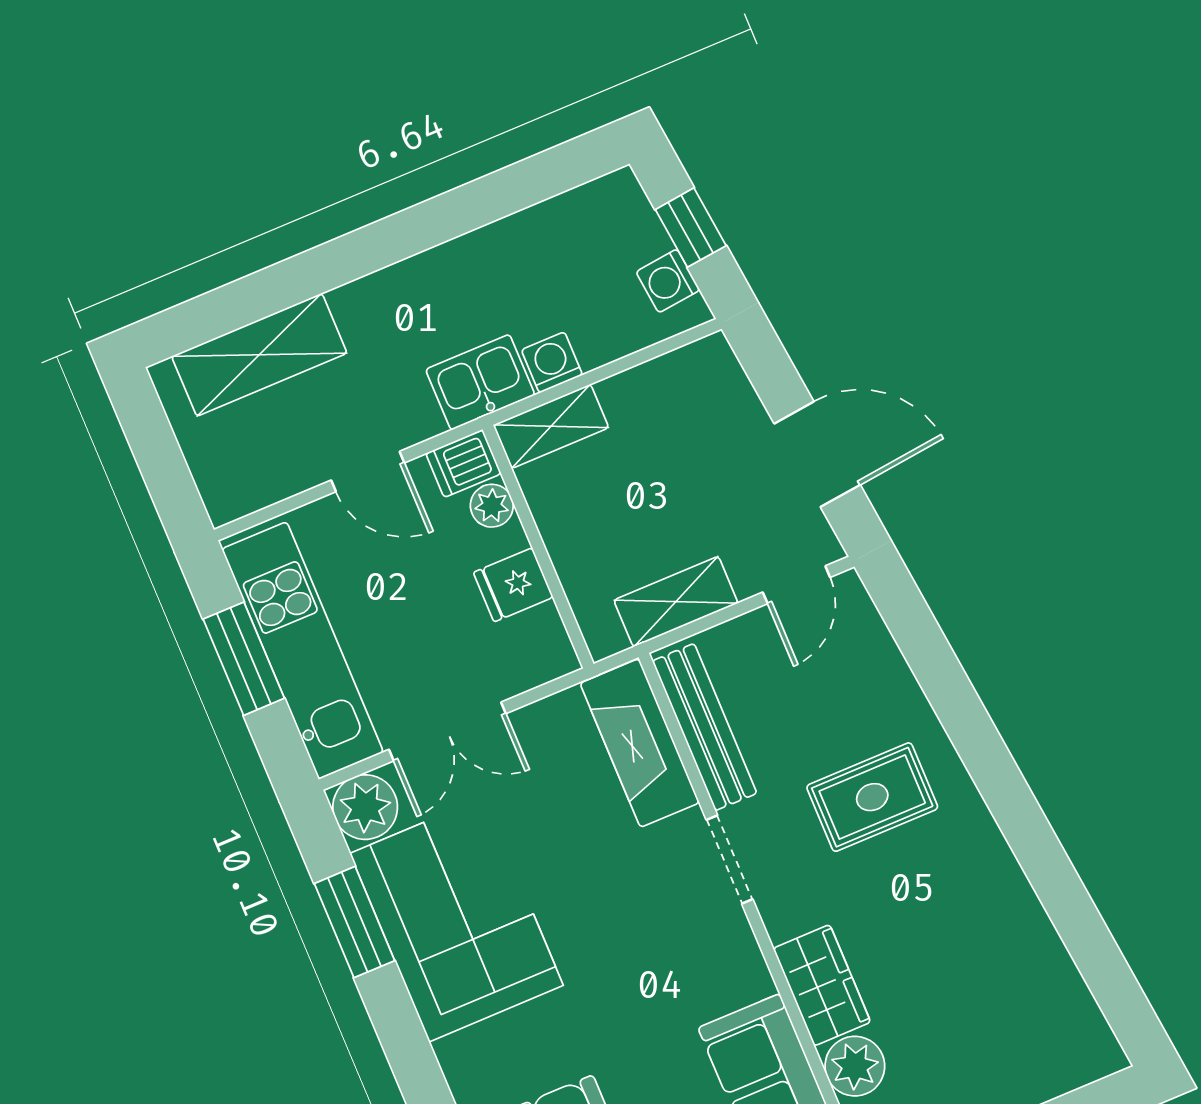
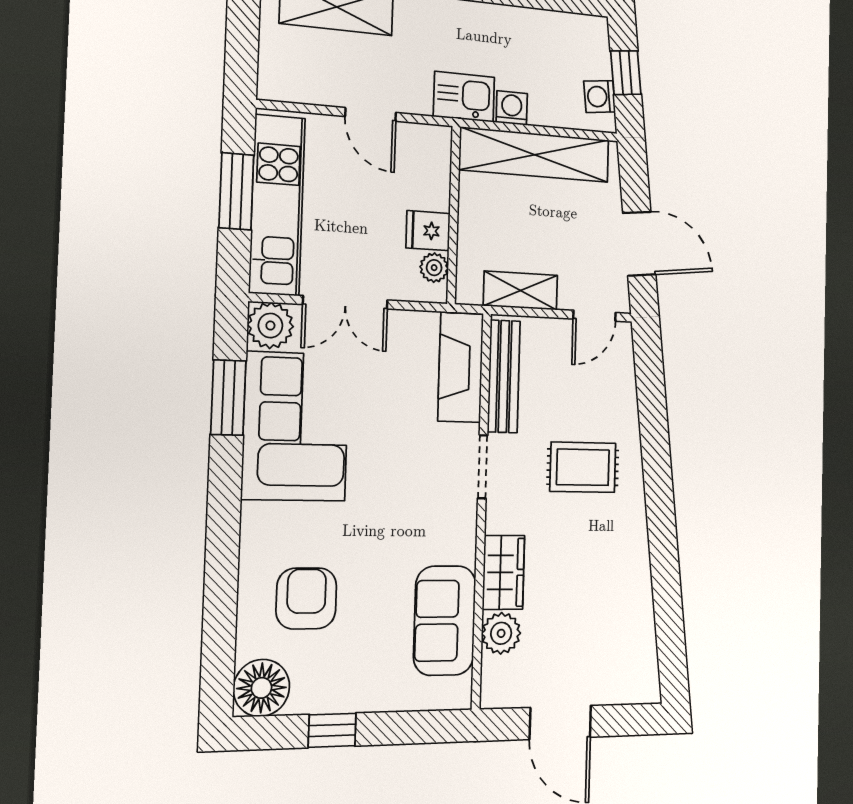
shelving: (551, 426) -> (535, 155), width x2.20, depth x1.33
dishwasher: (463, 463) -> (432, 141), removed
plant: (492, 506) -> (434, 268), moved

